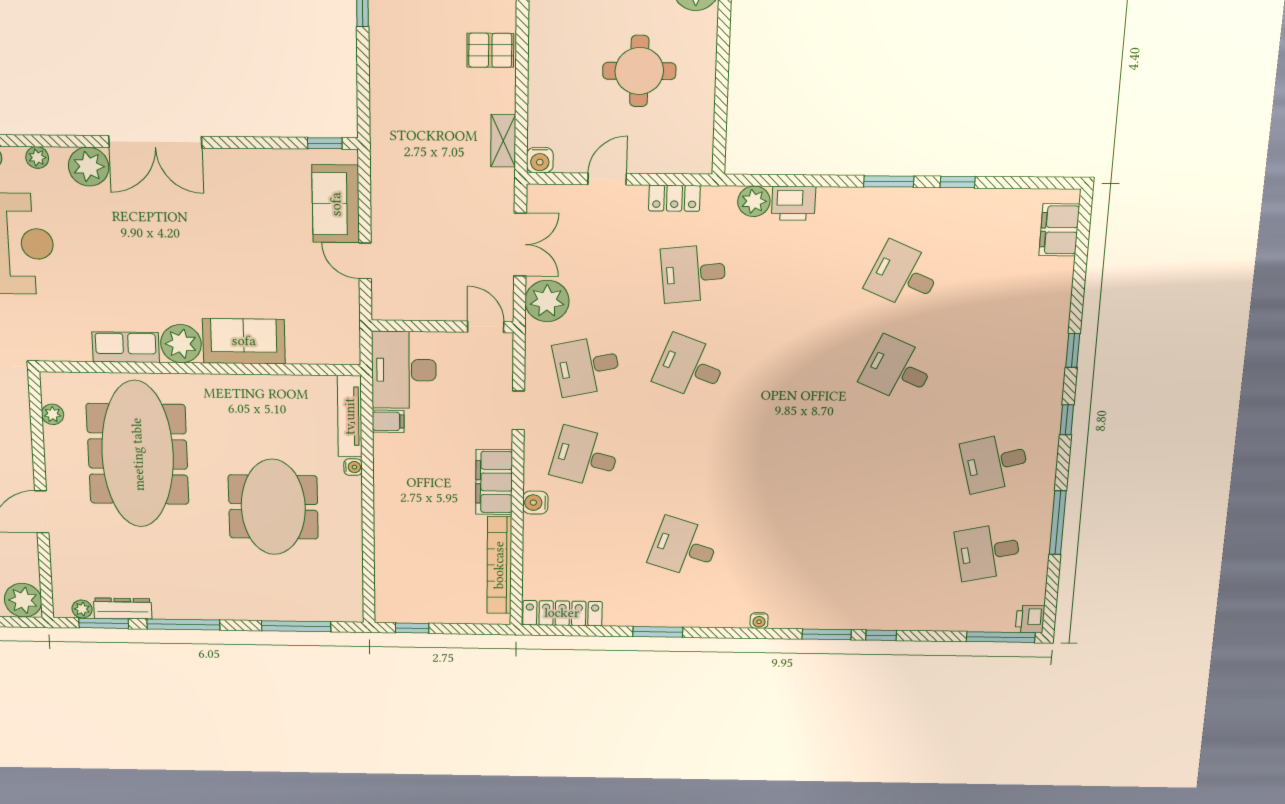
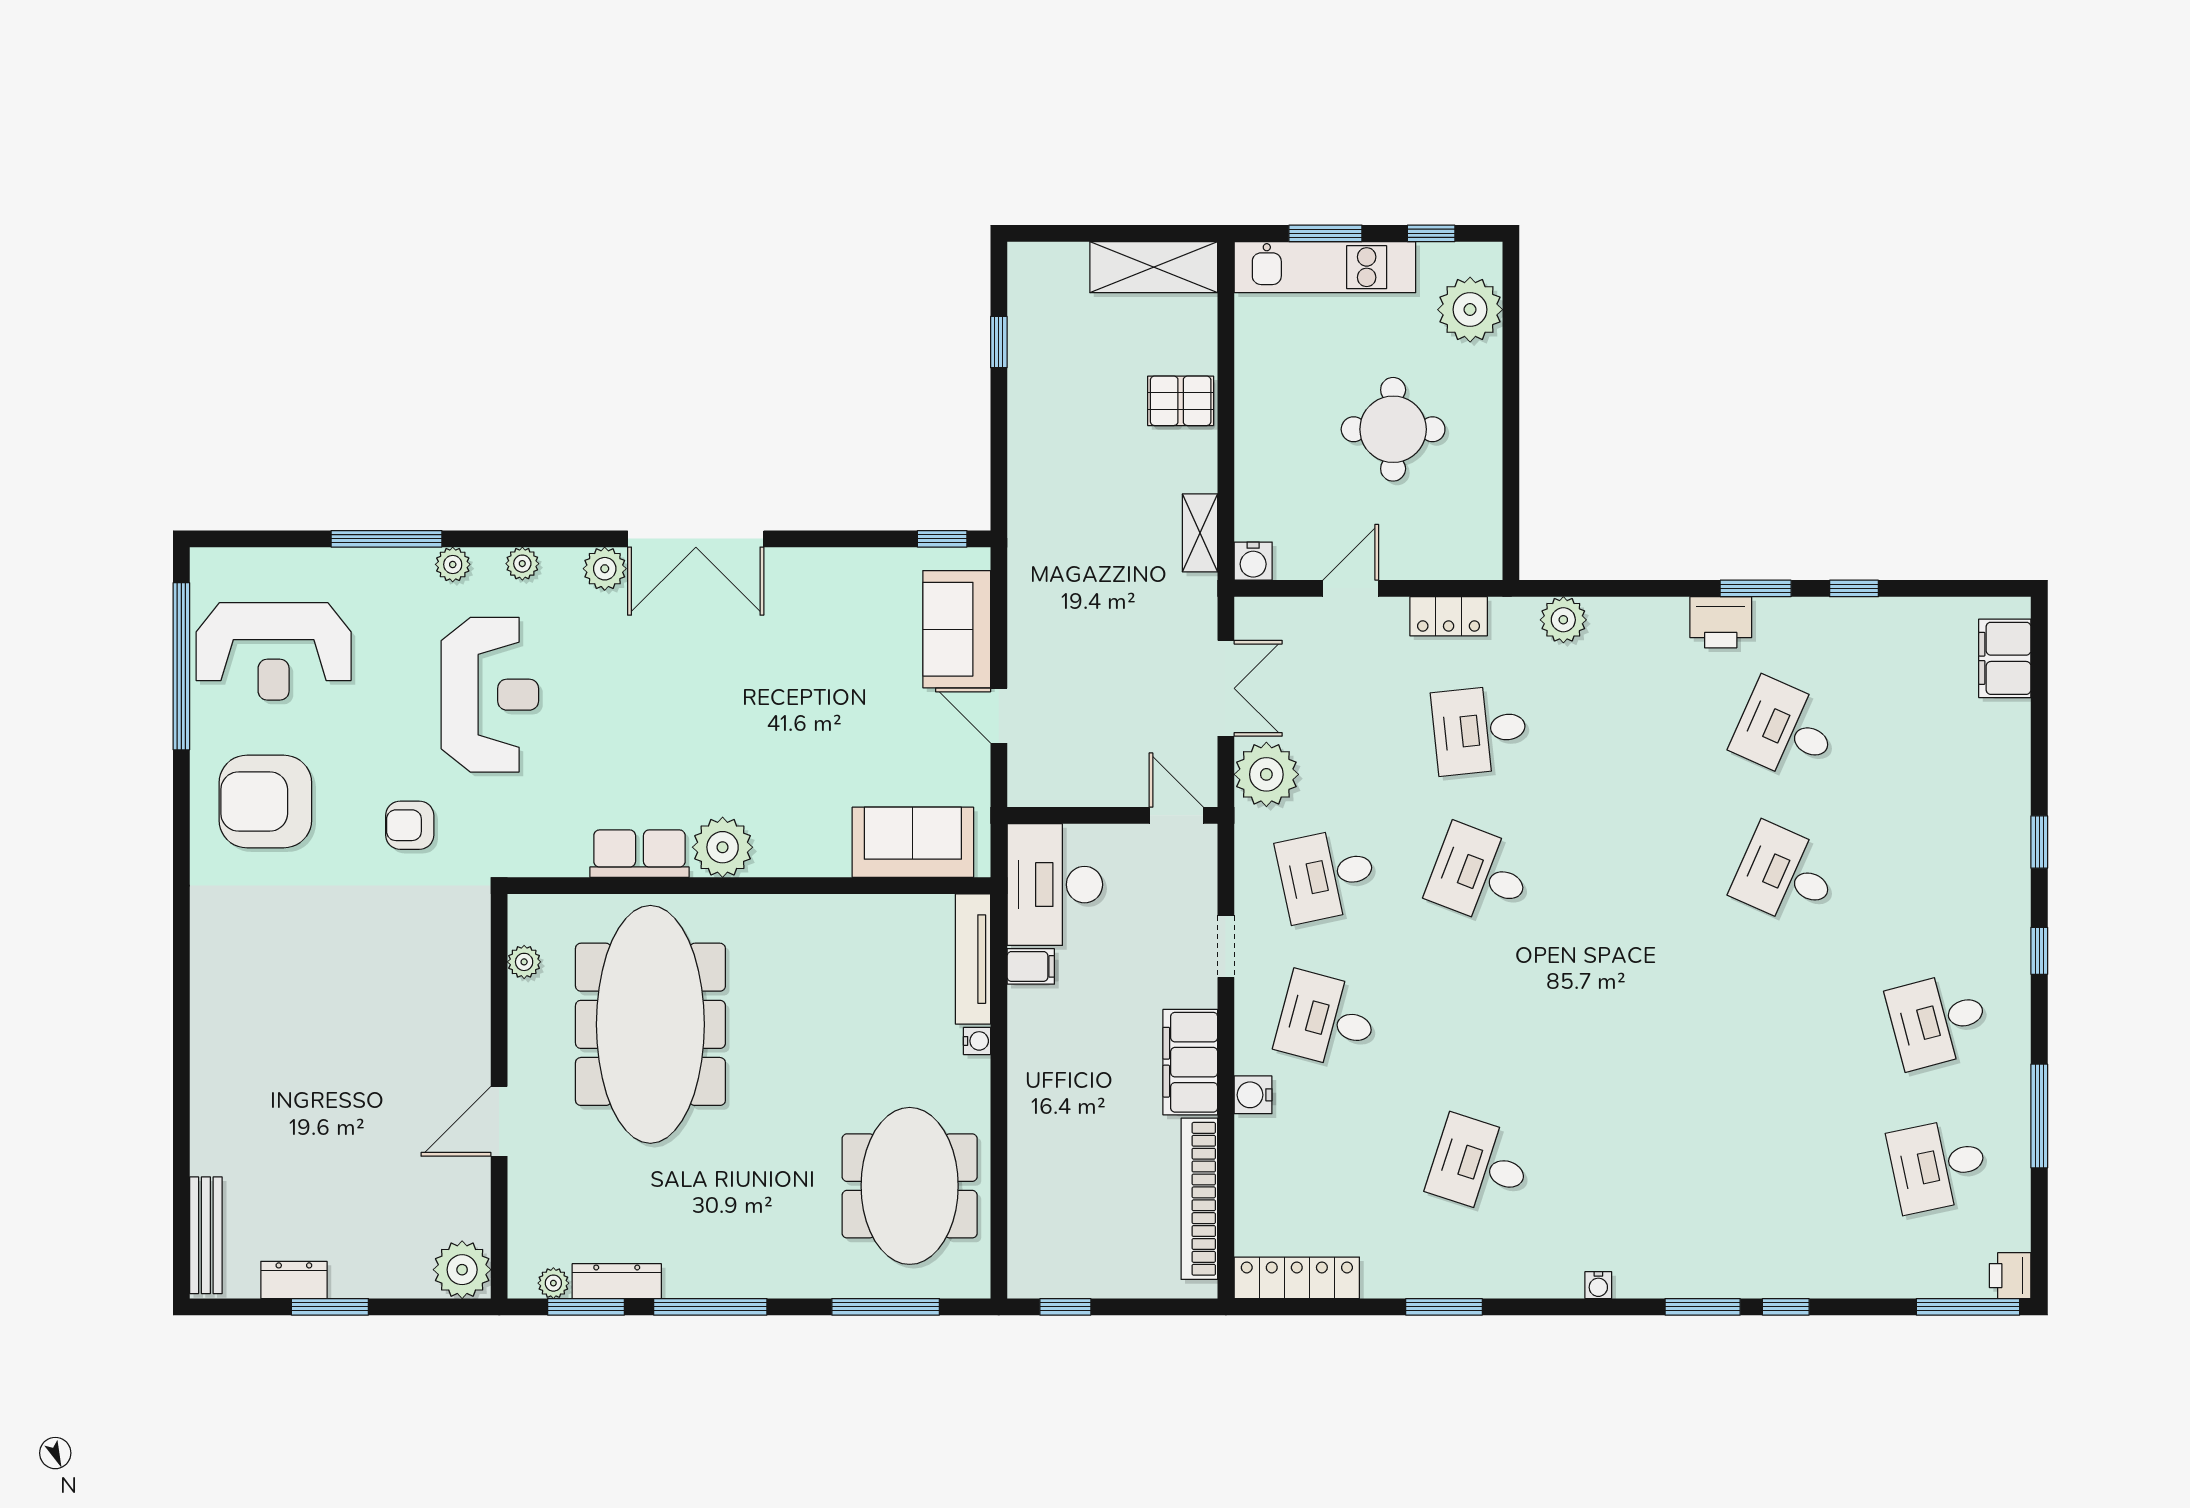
plant: (89, 167) -> (605, 569), width x0.73, depth x0.73
printer: (794, 203) -> (1721, 622), moved
sofa: (244, 341) -> (913, 842), moved
meeting table: (273, 507) -> (910, 1186), moved

